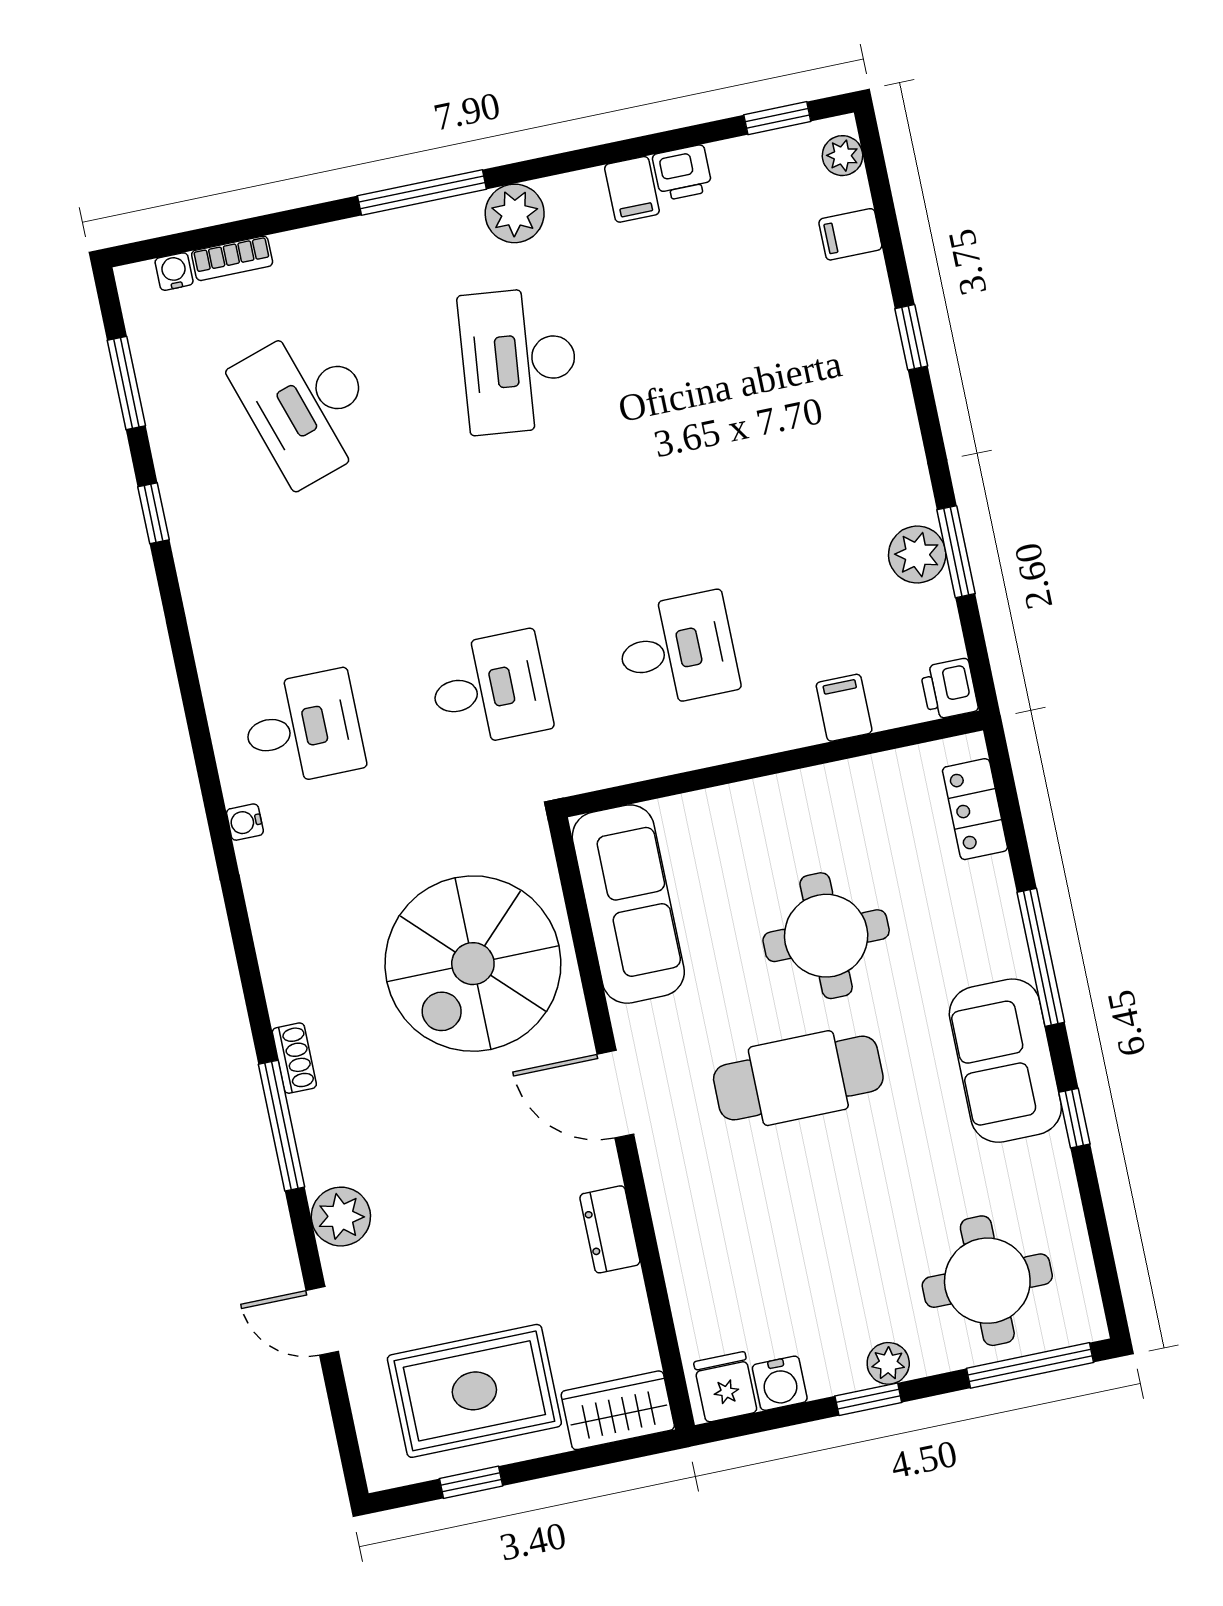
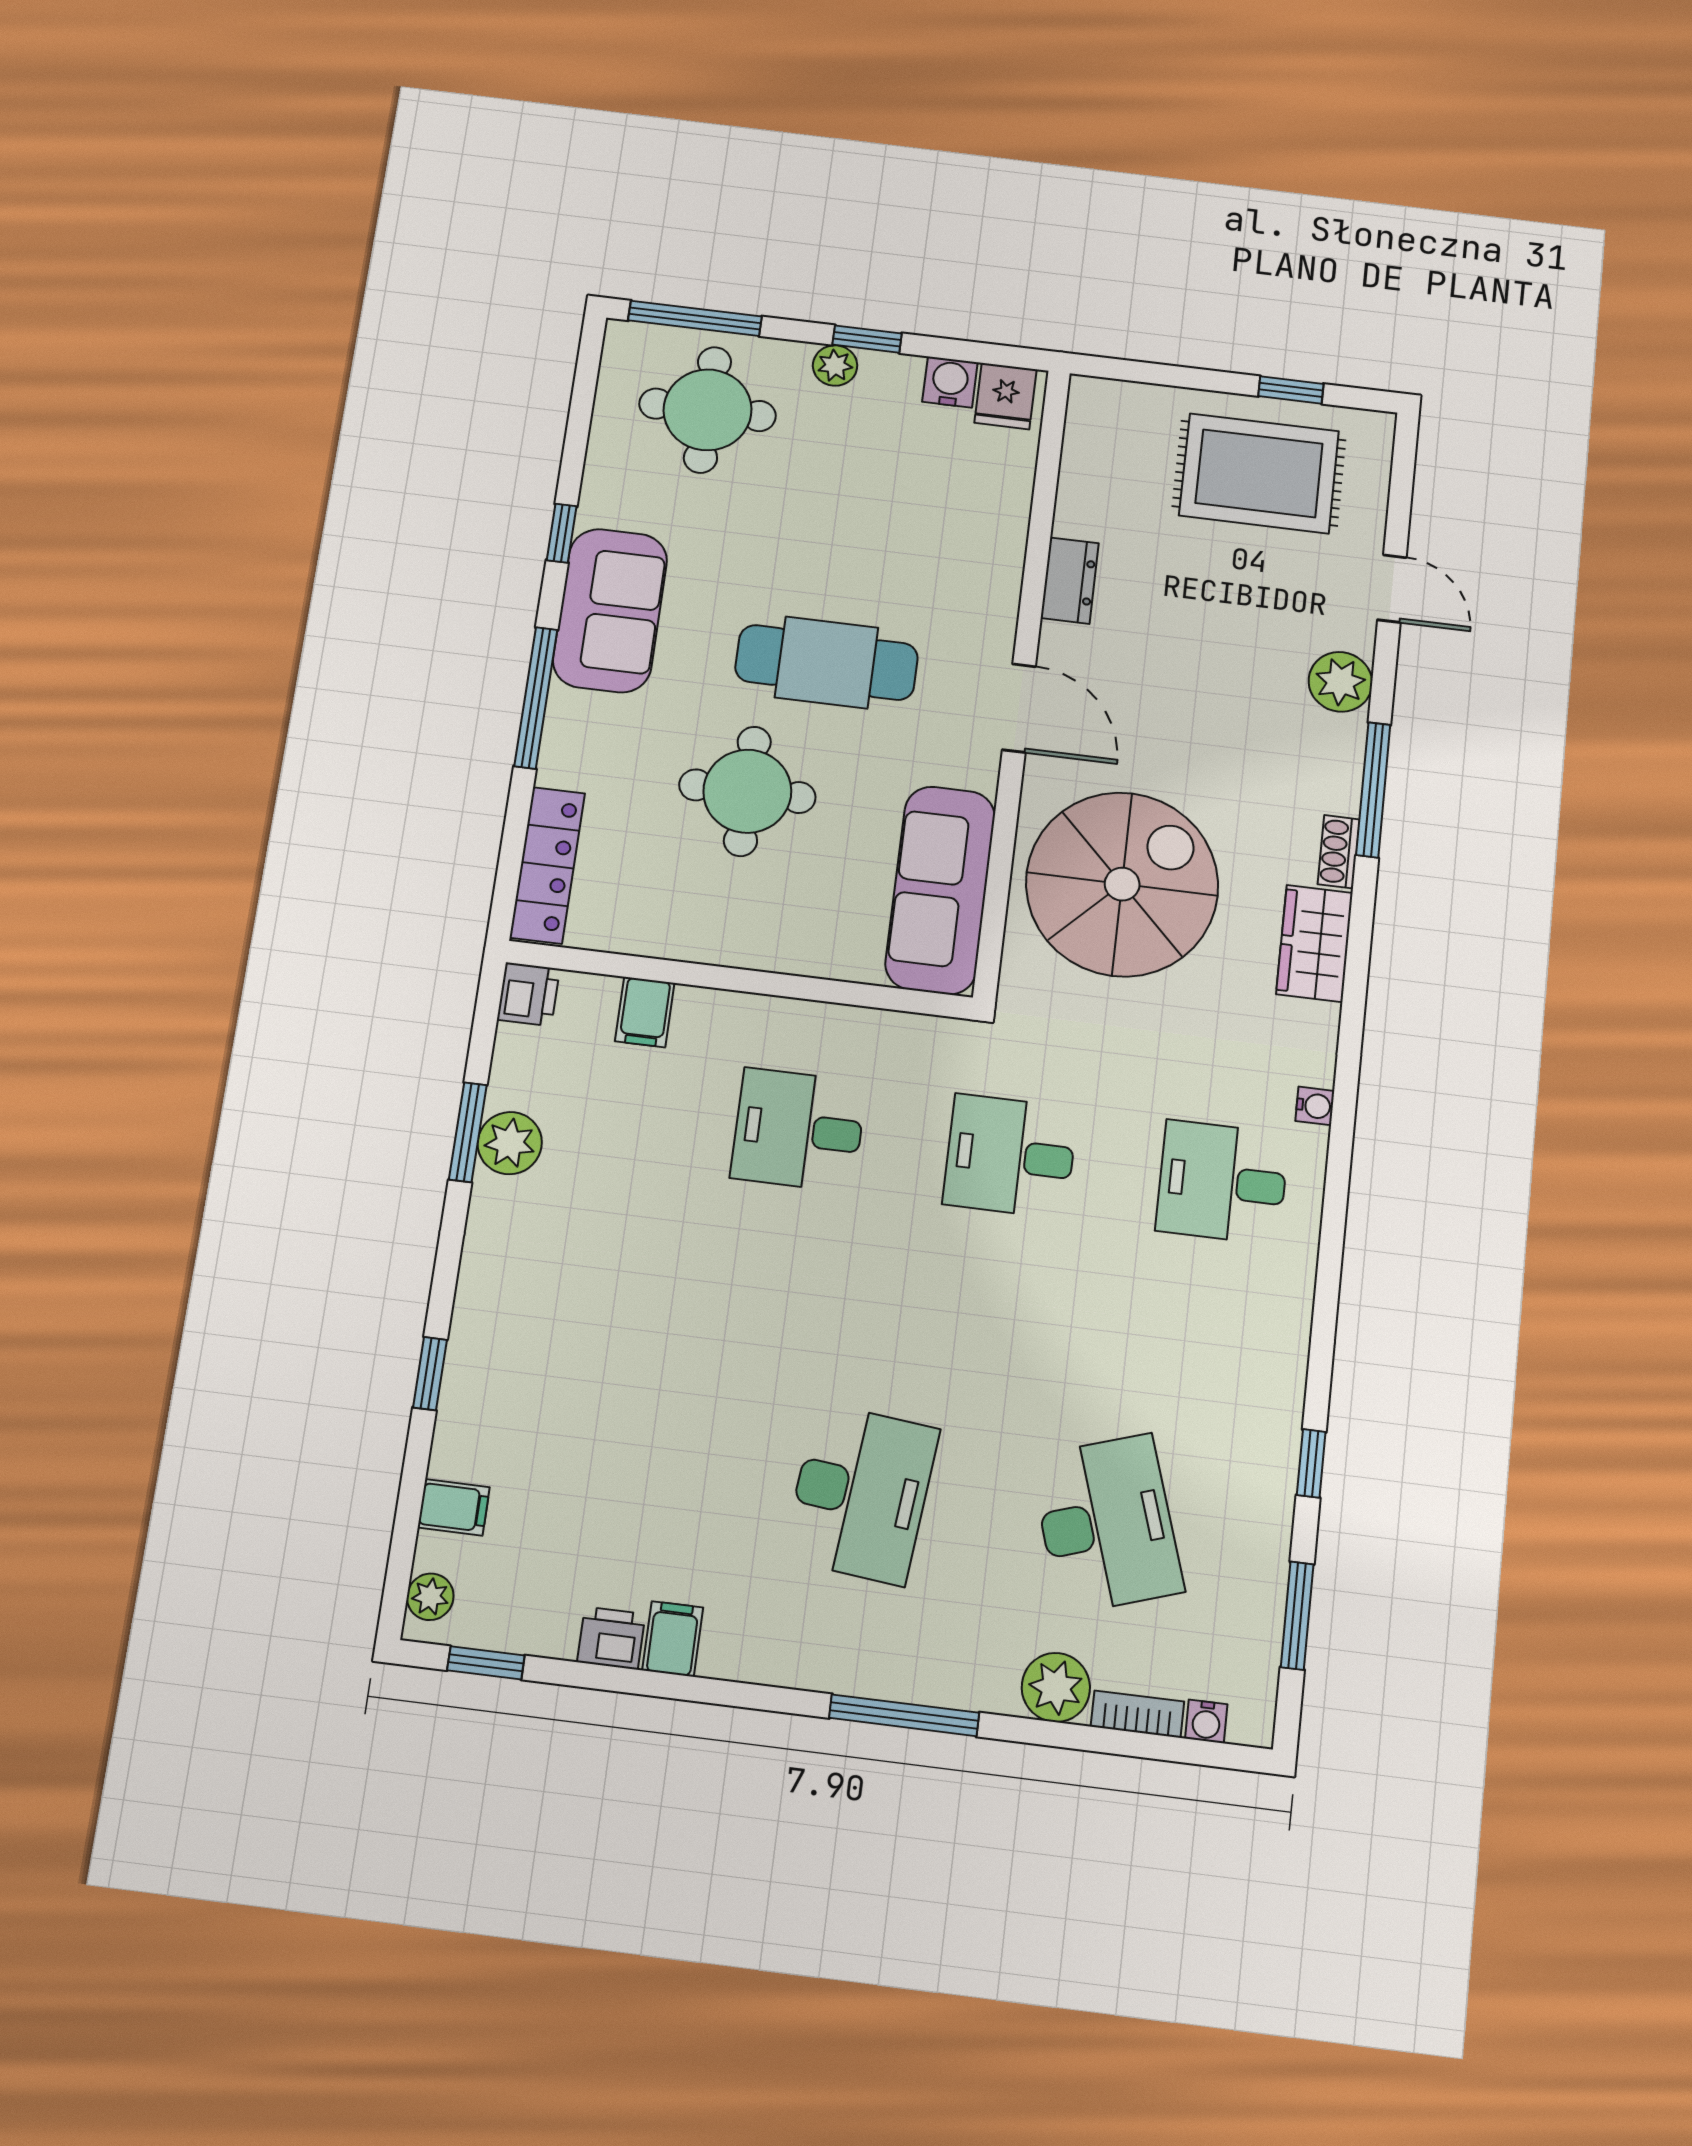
plant: (515, 213) -> (1056, 1687), moved
locker: (975, 809) -> (547, 865), width x1.53
wardrobe: (618, 1410) -> (1315, 943), moved, turned 90

